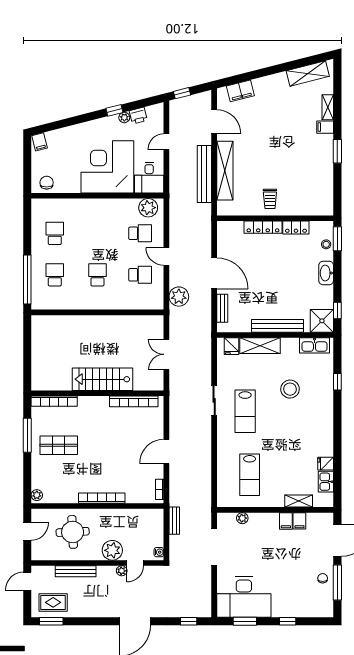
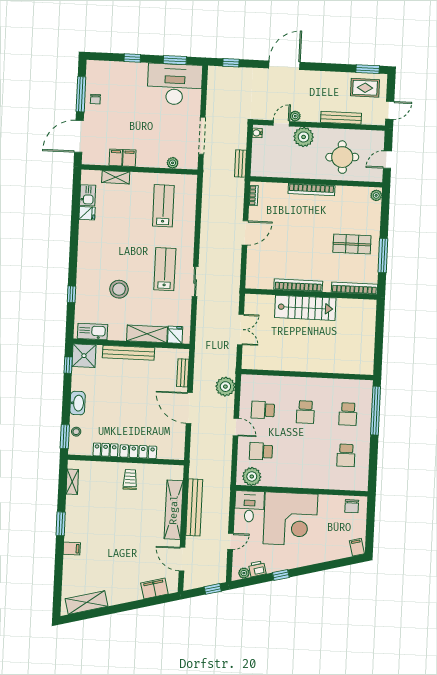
shelving: (328, 107) -> (72, 482), moved
plant: (124, 117) -> (244, 573), moved
bookcase: (134, 401) -> (298, 285), moved

